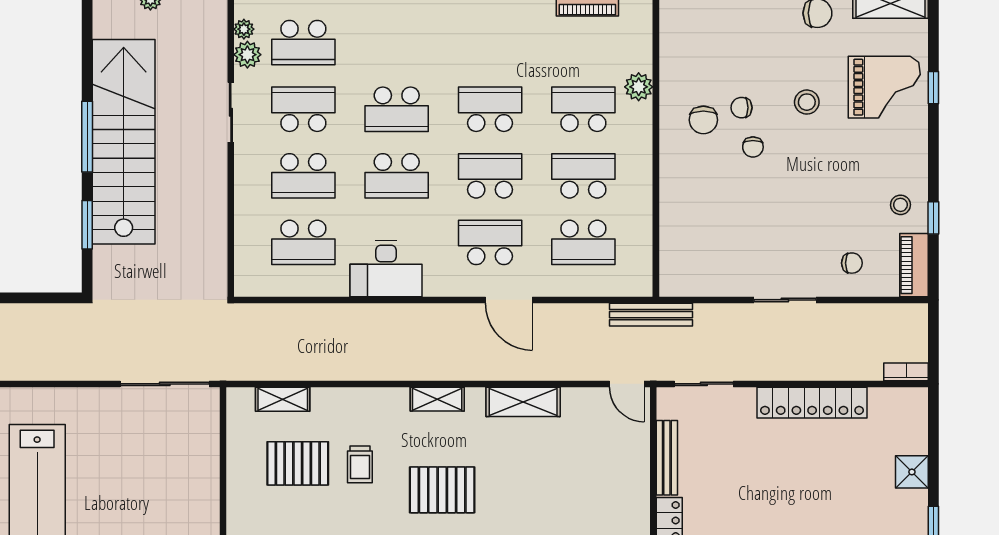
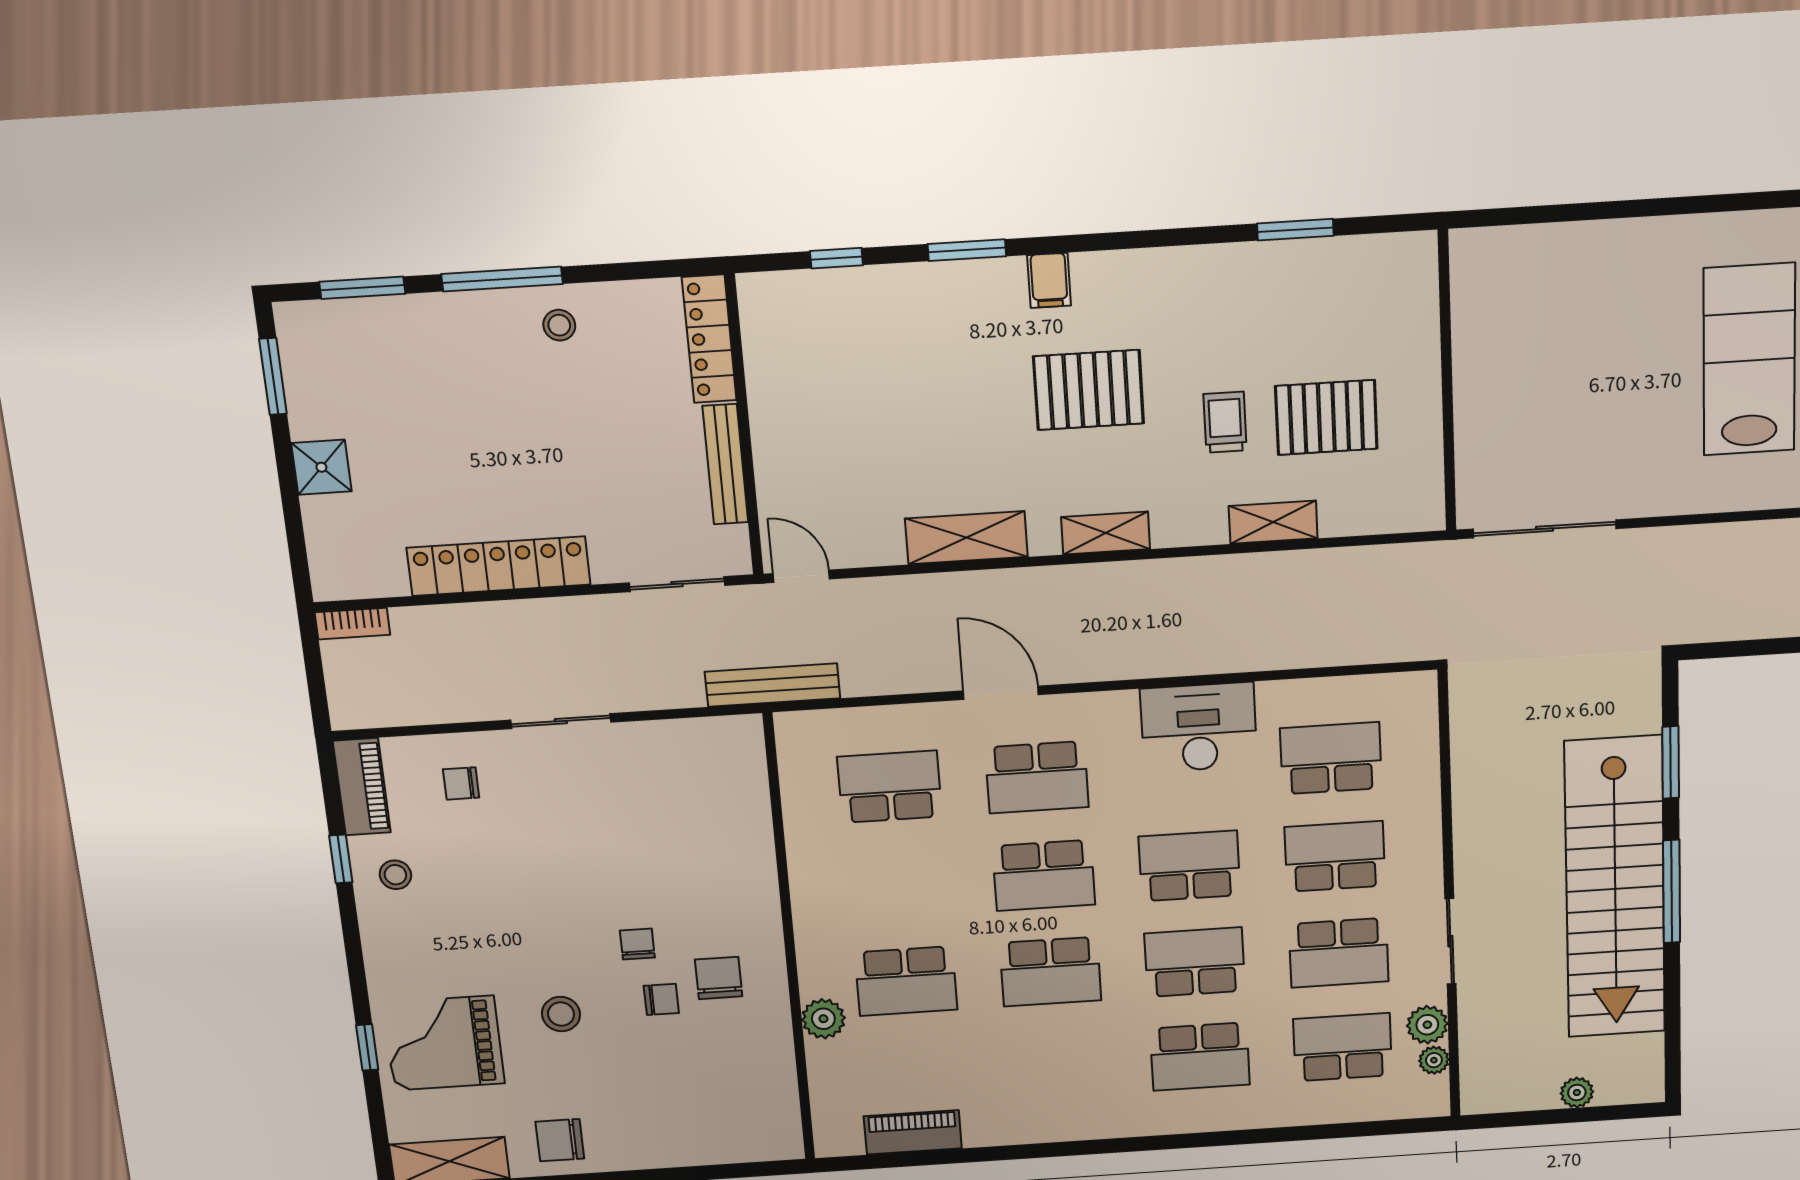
school desk: (583, 176) -> (1200, 1057), moved
shelving: (283, 399) -> (1273, 522), moved

